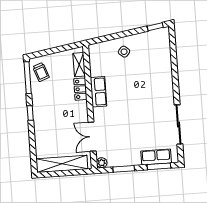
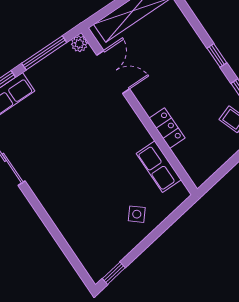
shelving: (79, 65) -> (188, 161), removed
row of seats: (98, 92) -> (159, 167), moved
window: (124, 169) -> (44, 53), width x1.44

